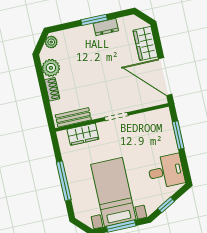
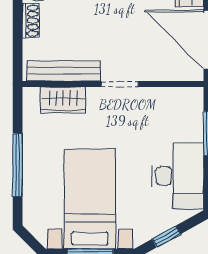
bench: (73, 117) -> (64, 71), width x1.36
desk: (166, 171) -> (178, 176), width x1.37

